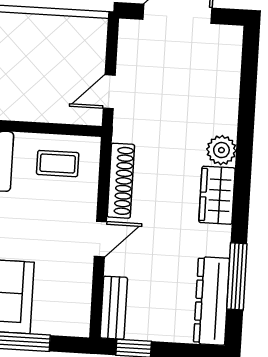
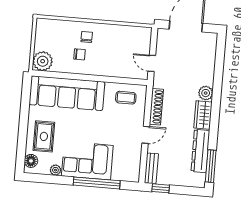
door: (109, 92) -> (152, 63), hinge flipped
window: (237, 276) -> (211, 166), moved
dresser: (212, 301) -> (200, 151), moved

